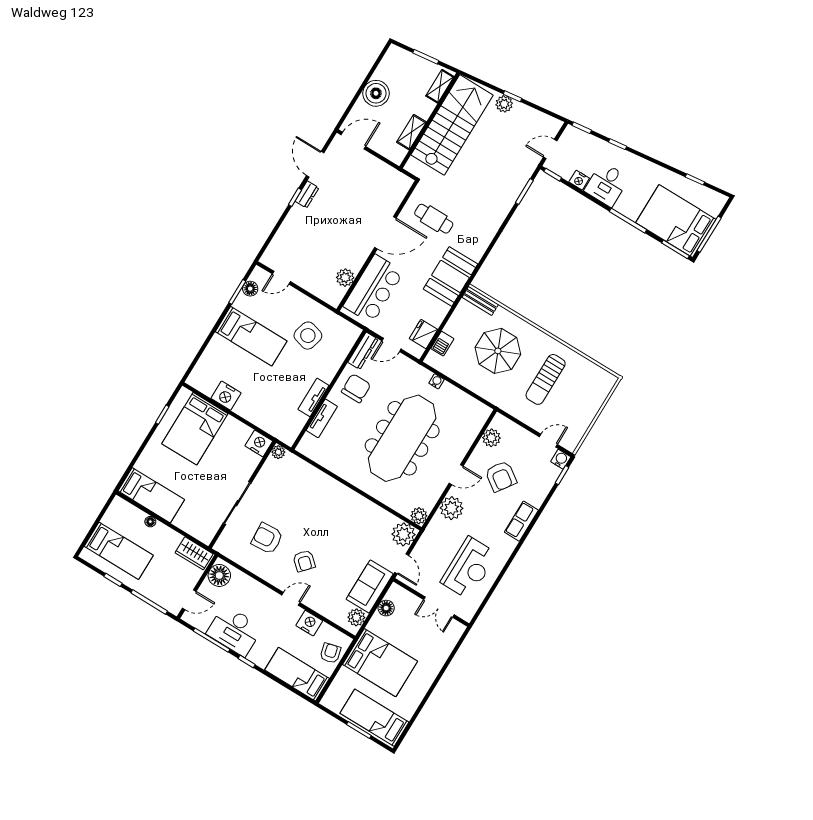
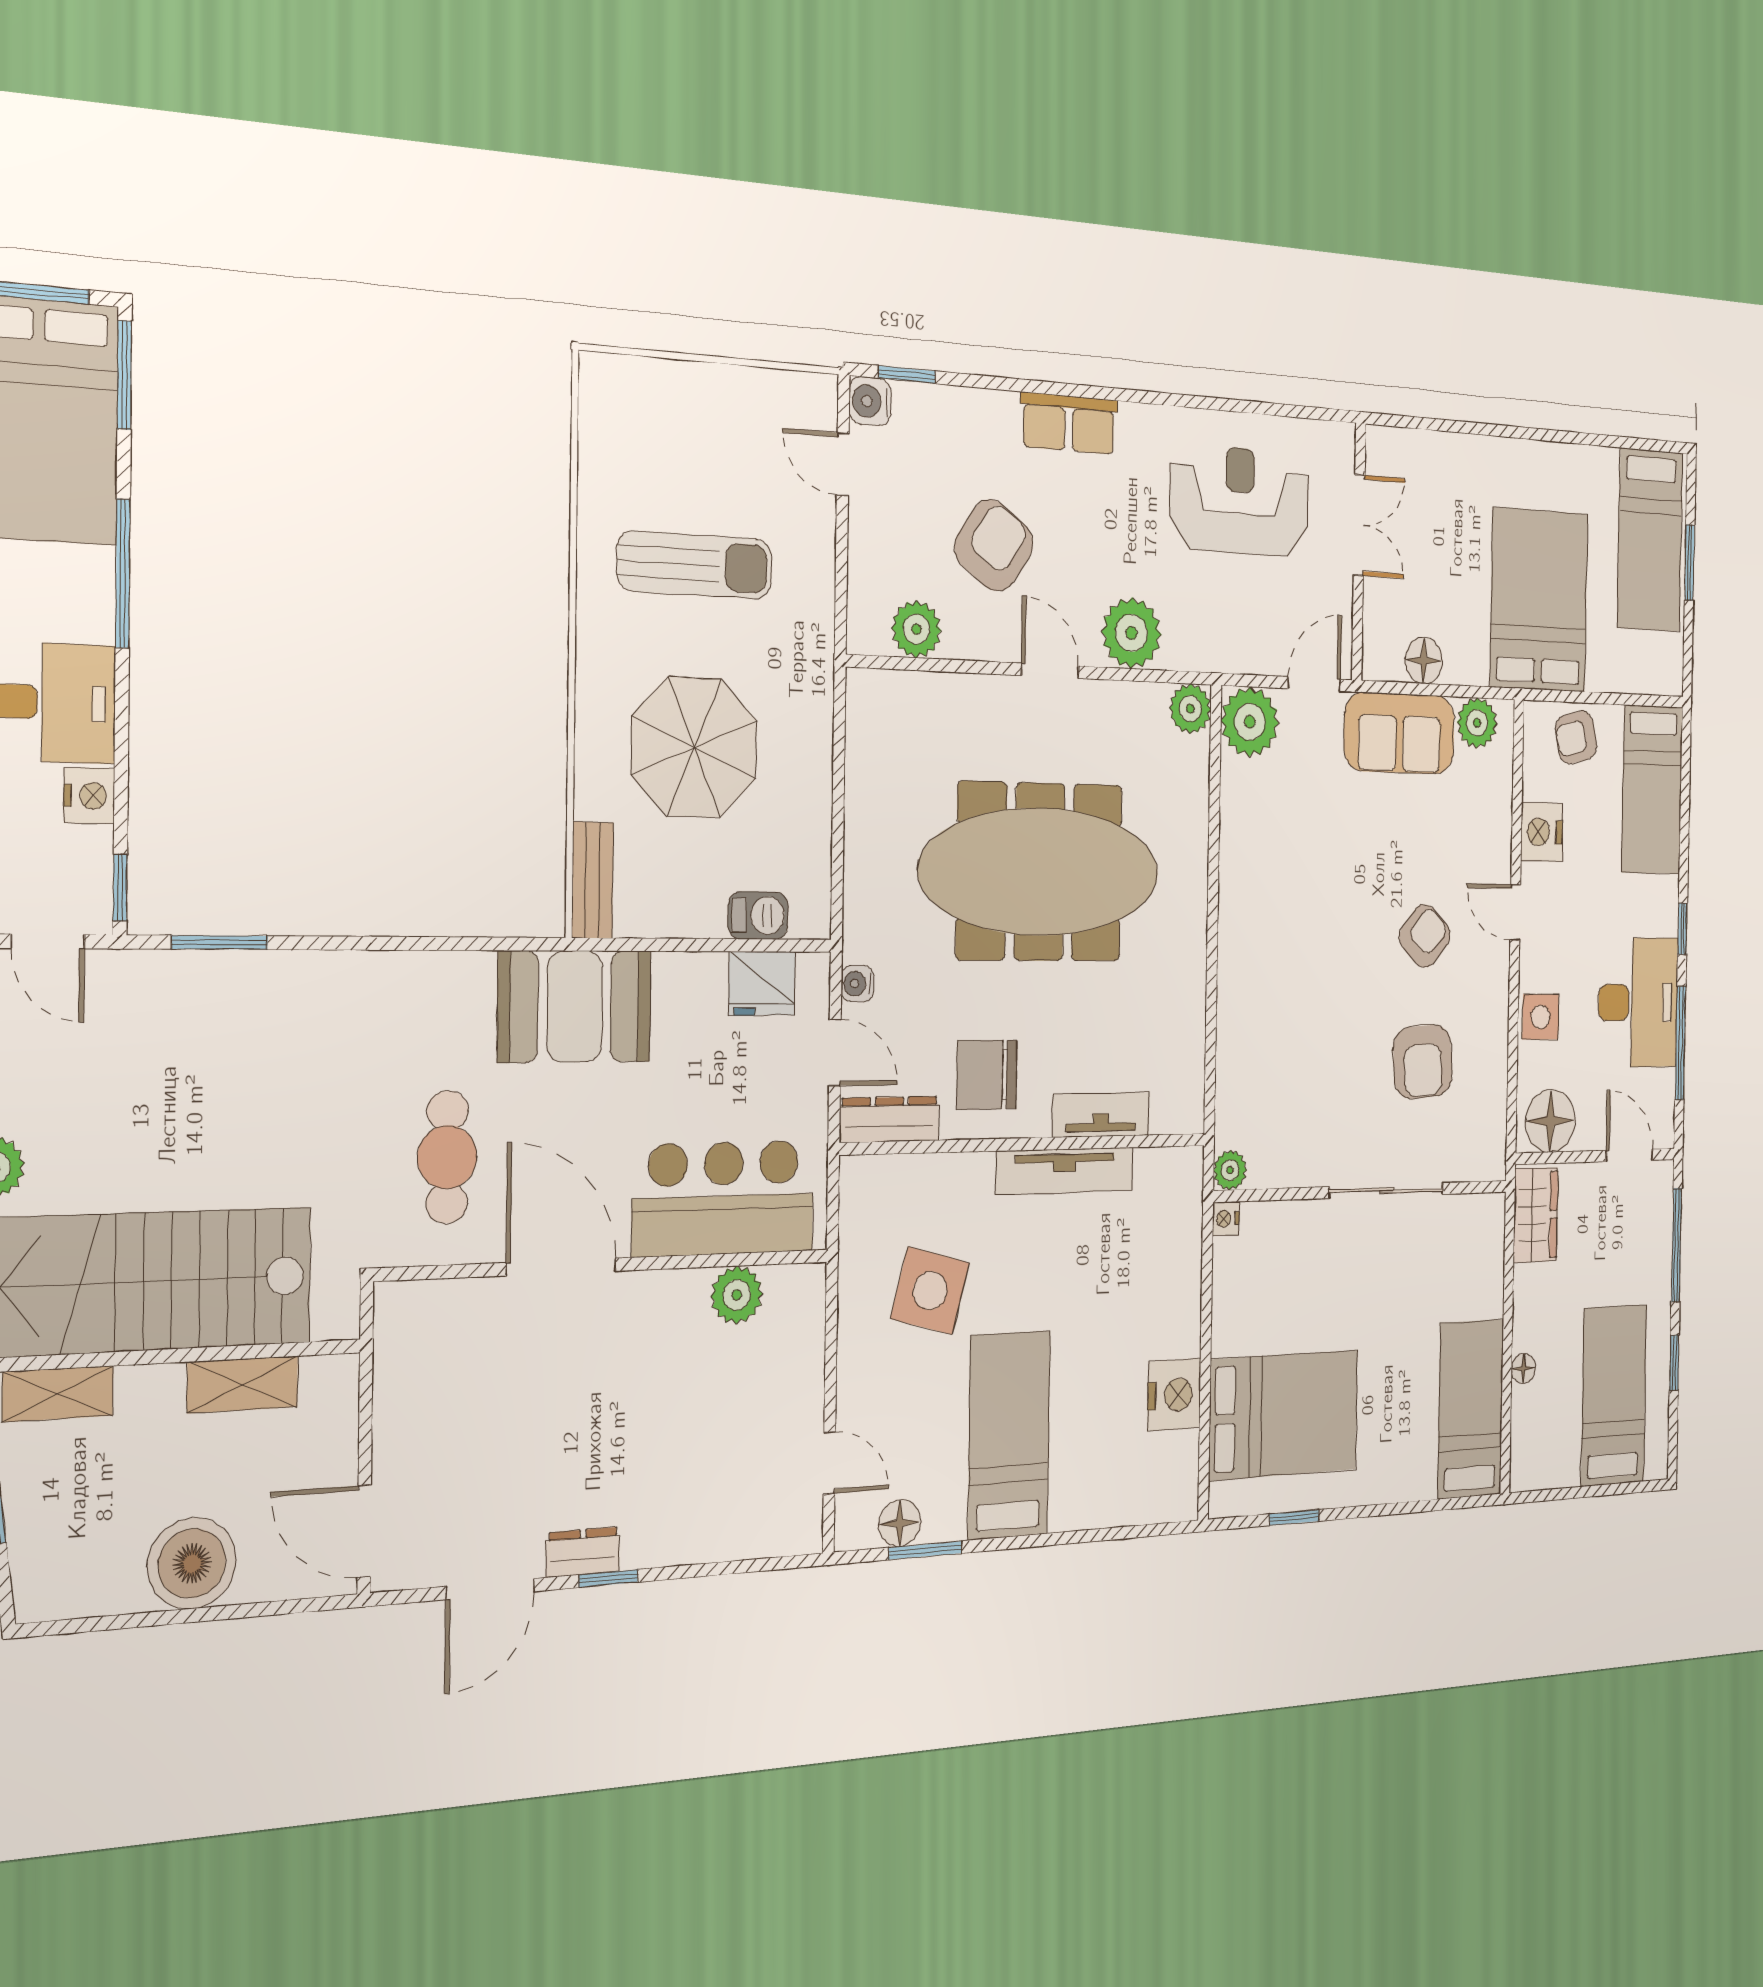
water cooler: (436, 381) -> (857, 984), moved
tv unit: (313, 397) -> (1065, 1171), width x1.41
nightstand: (259, 443) -> (1226, 1219), width x0.53, depth x0.56
side table: (253, 590) -> (1540, 1017), added

